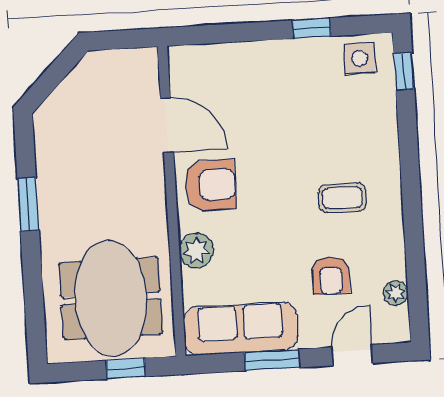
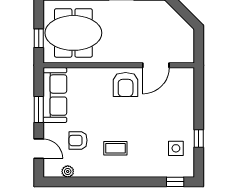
side table: (360, 58) -> (176, 148), moved
coffee table: (342, 198) -> (115, 148), turned 90
plant: (196, 251) -> (94, 76), removed

